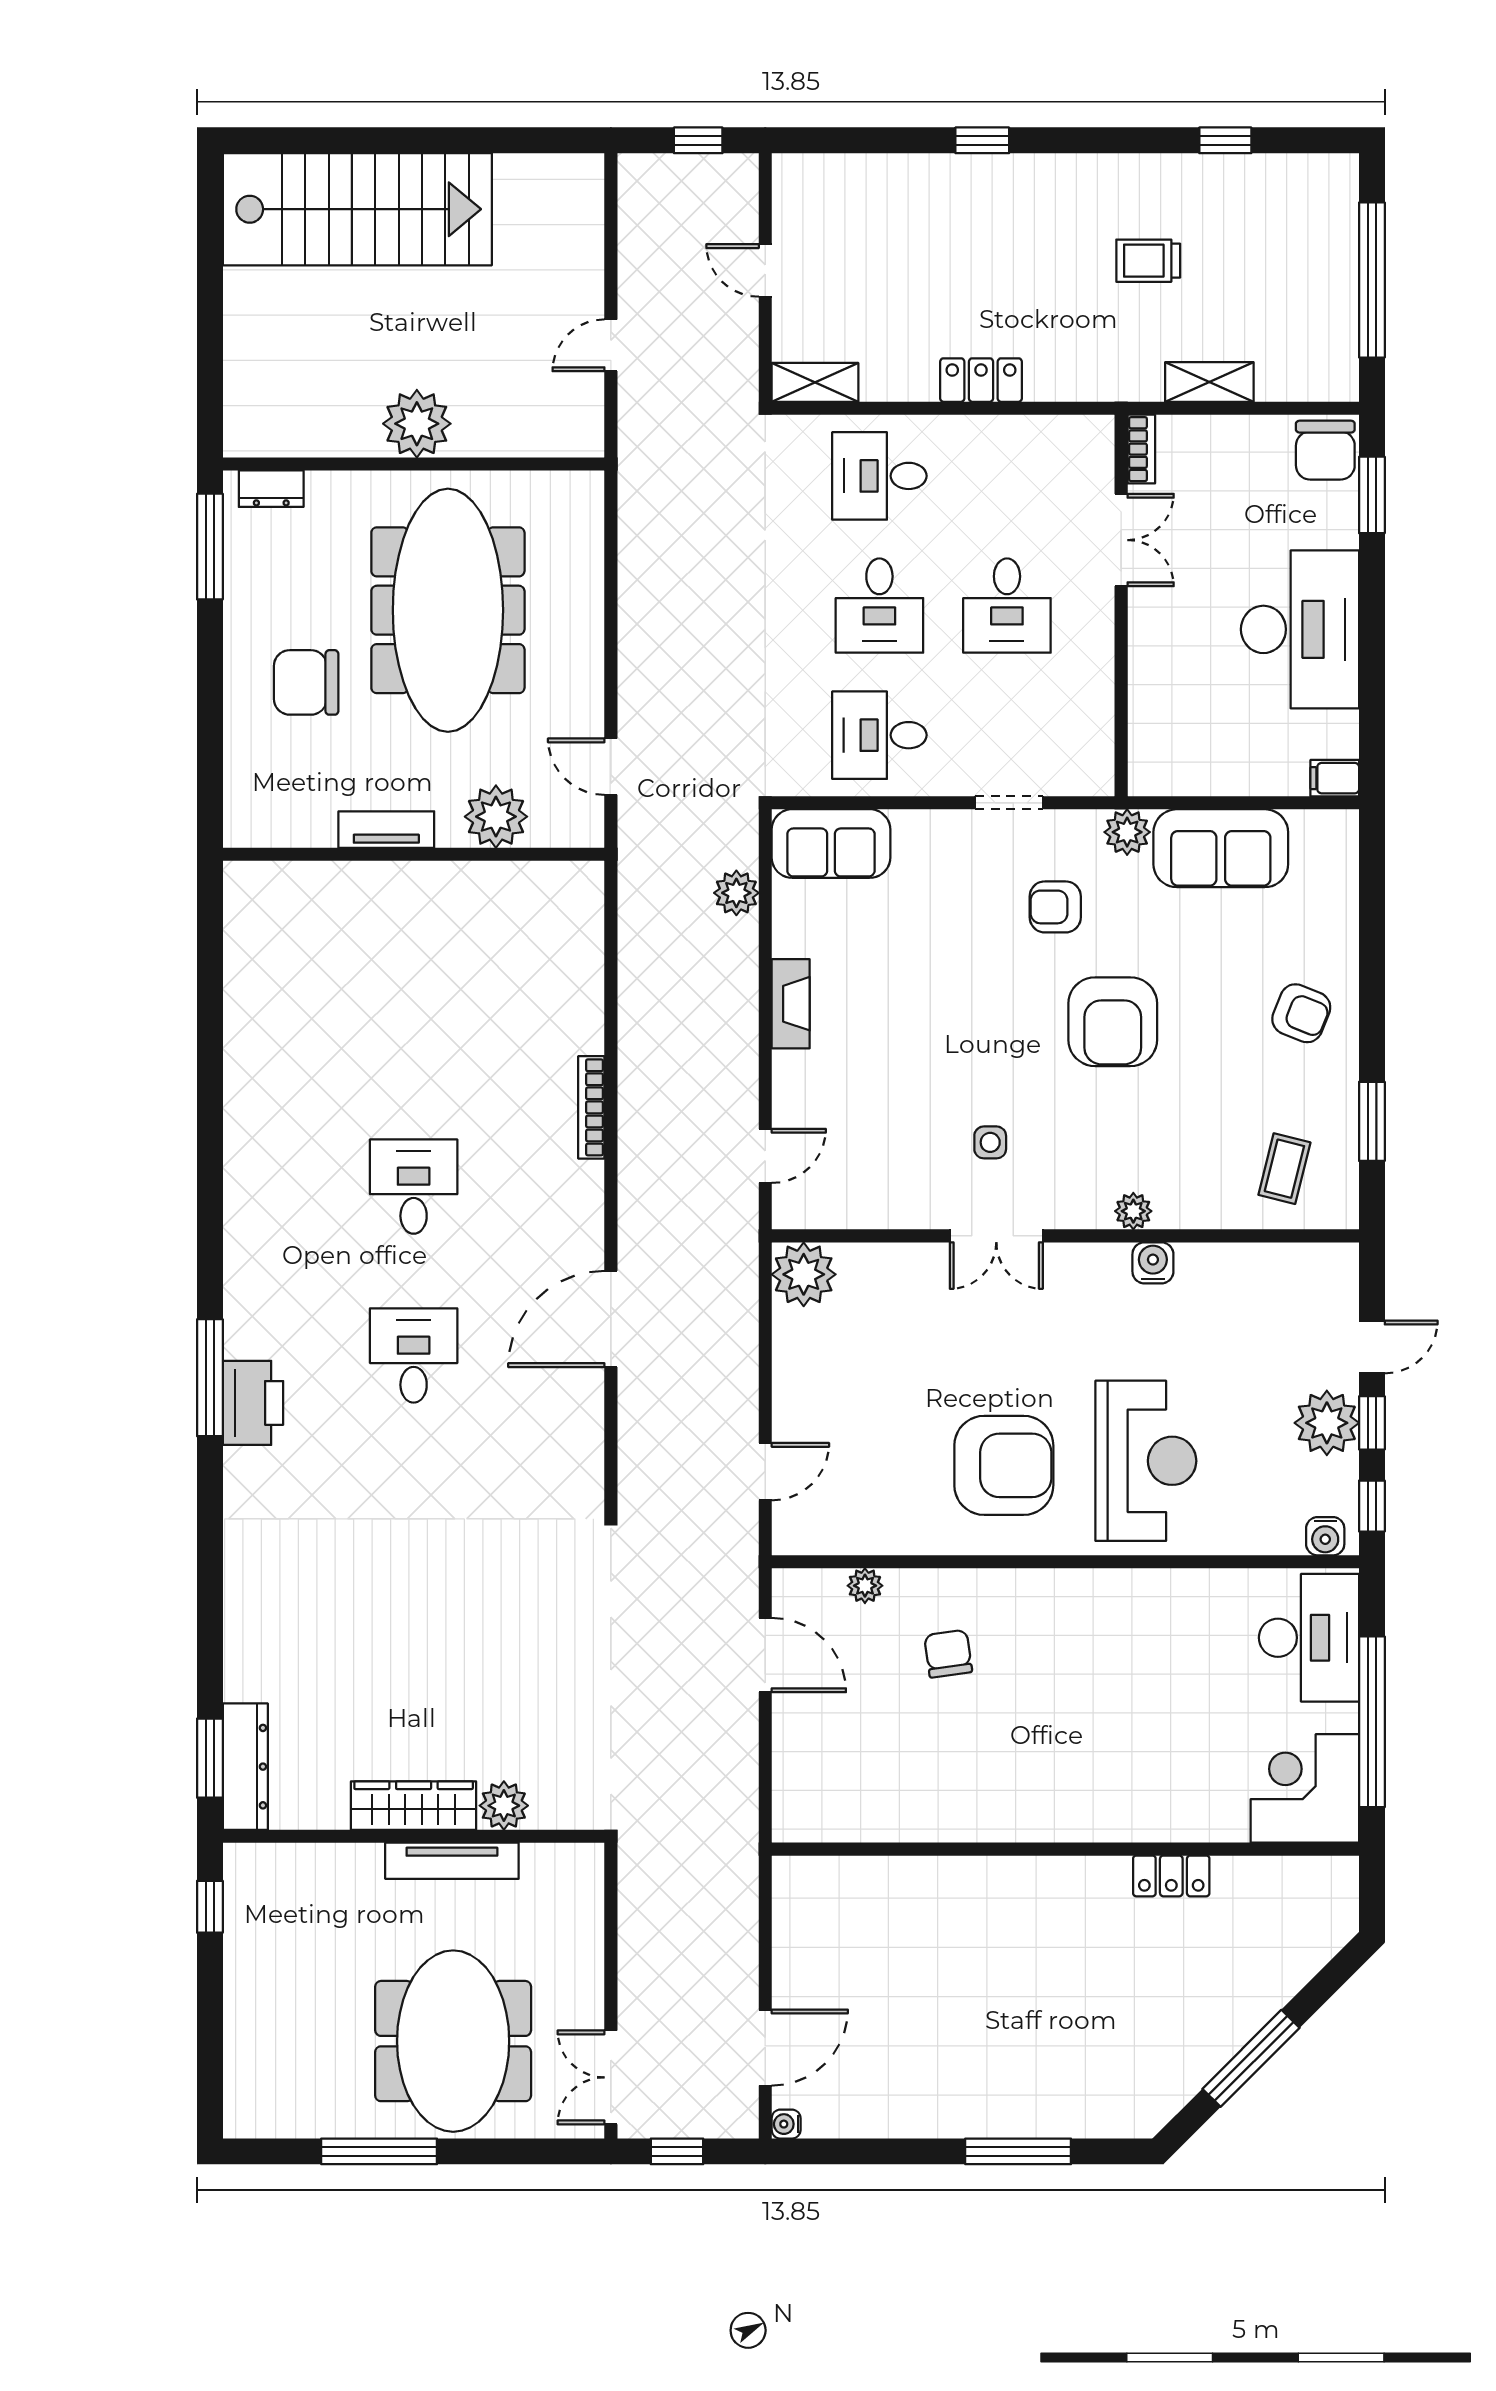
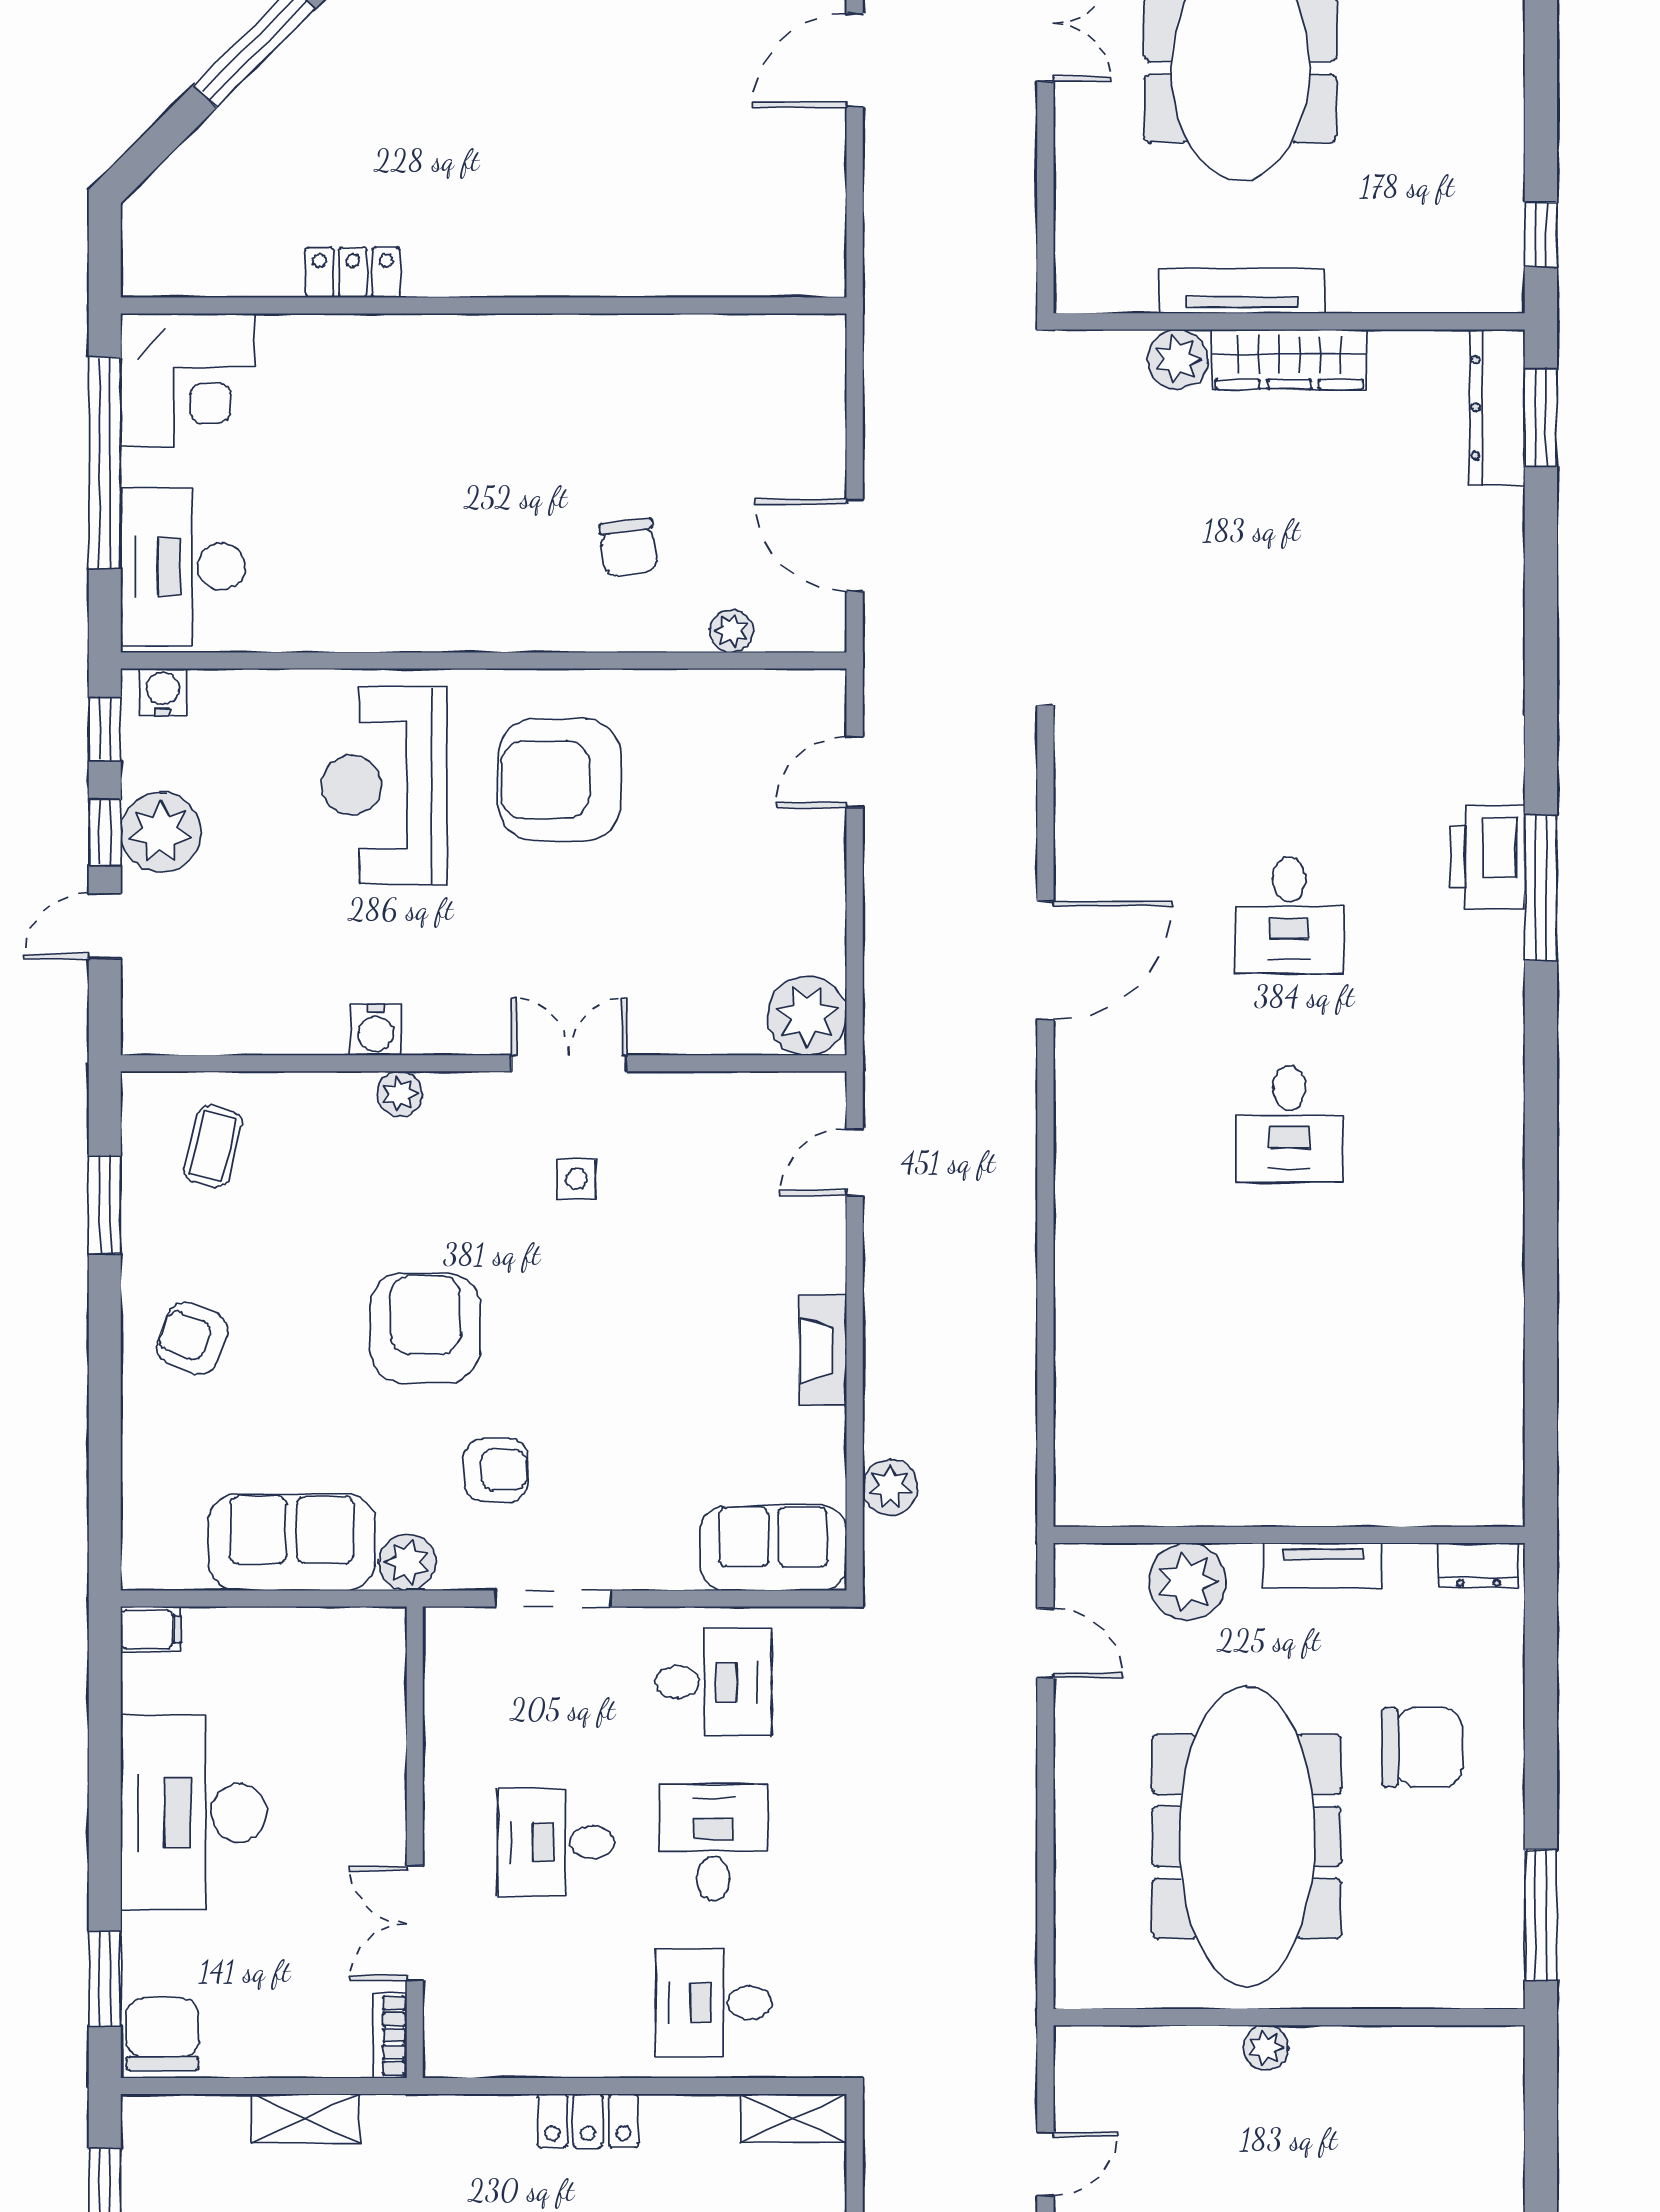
plant: (417, 424) -> (1266, 2047), width x0.53, depth x0.53
desk: (879, 476) -> (714, 2002), turned 180
dresser: (271, 489) -> (1478, 1565), moved, turned 180
desk: (1007, 606) -> (556, 1842), turned -90
doorway: (1009, 803) -> (553, 1598), width x1.38
bookcase: (591, 1107) -> (1070, 1222), removed

